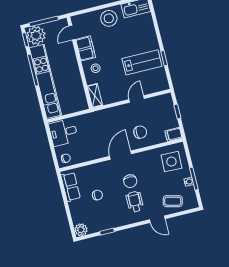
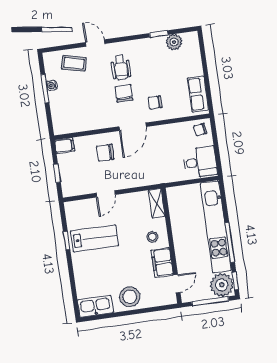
lab bench: (142, 62) -> (94, 238), turned 180
side table: (171, 162) -> (71, 112), removed
chair: (97, 195) -> (155, 102), moved
plant: (81, 230) -> (174, 42), moved

